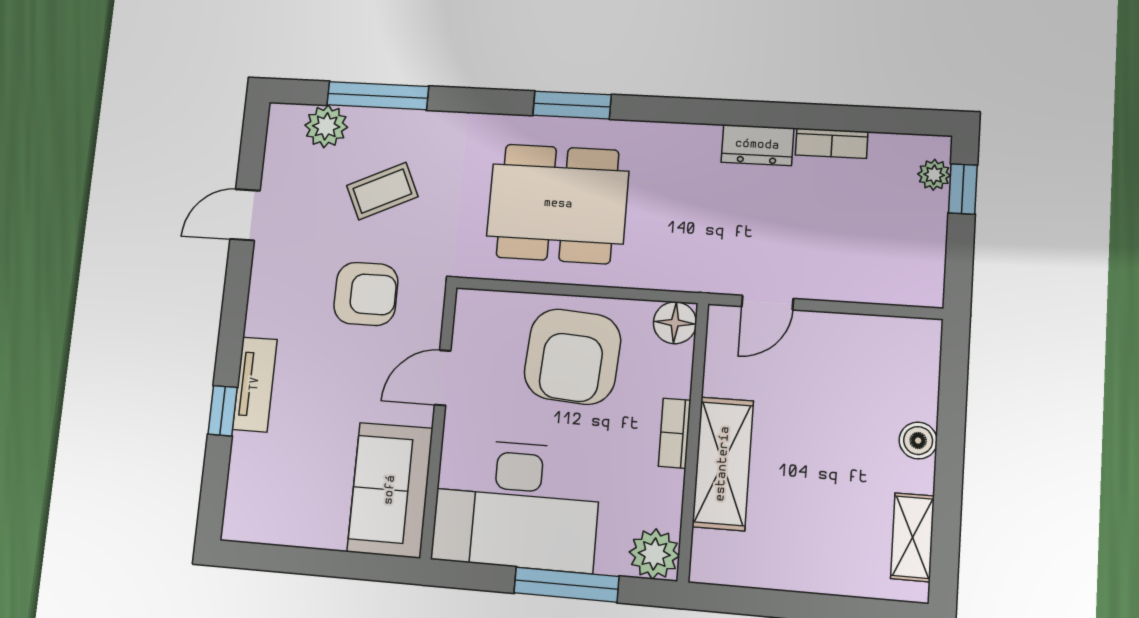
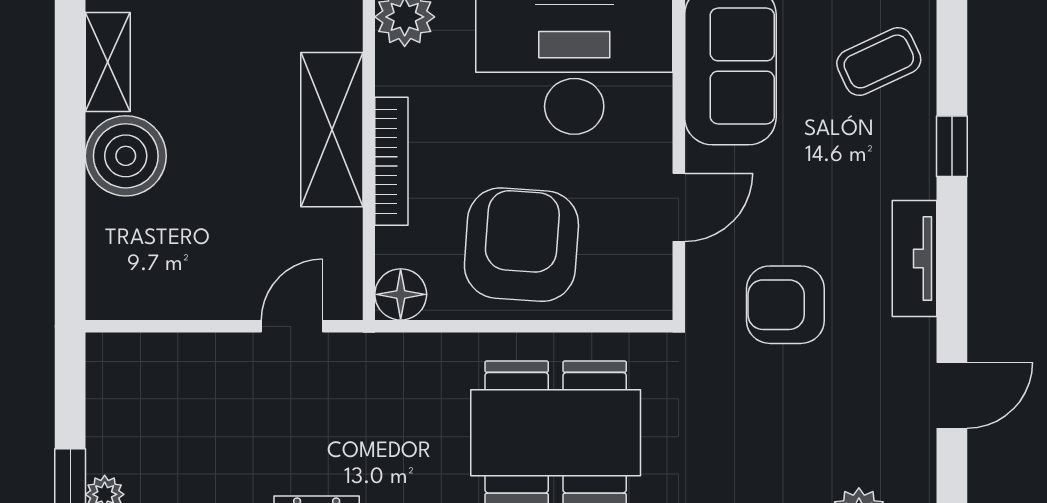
coffee table: (382, 191) -> (879, 61), moved
tv unit: (255, 384) -> (914, 258), moved
bookcase: (675, 433) -> (391, 161), width x1.56
boiler: (918, 441) -> (126, 156), width x1.86, depth x1.86

